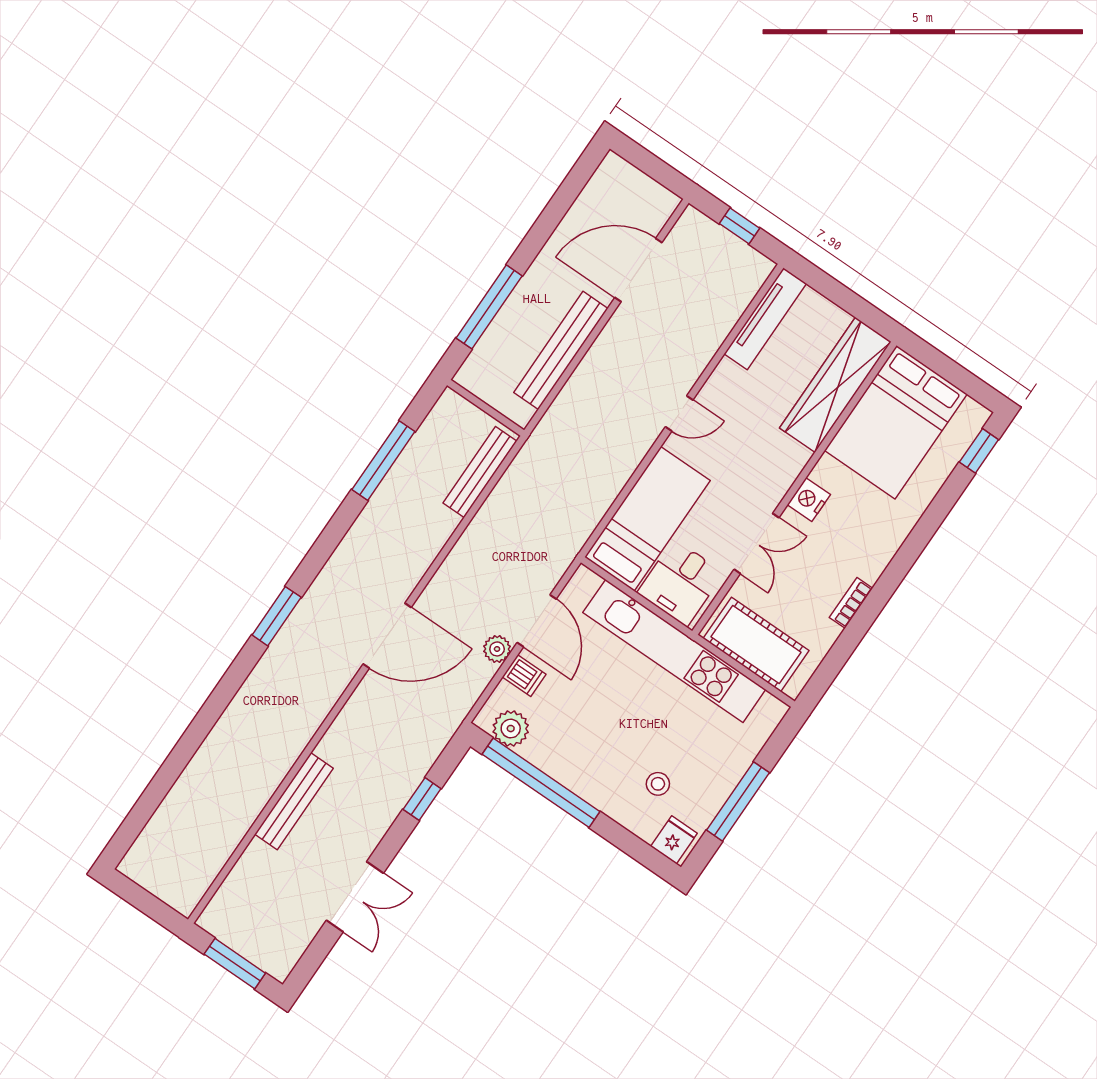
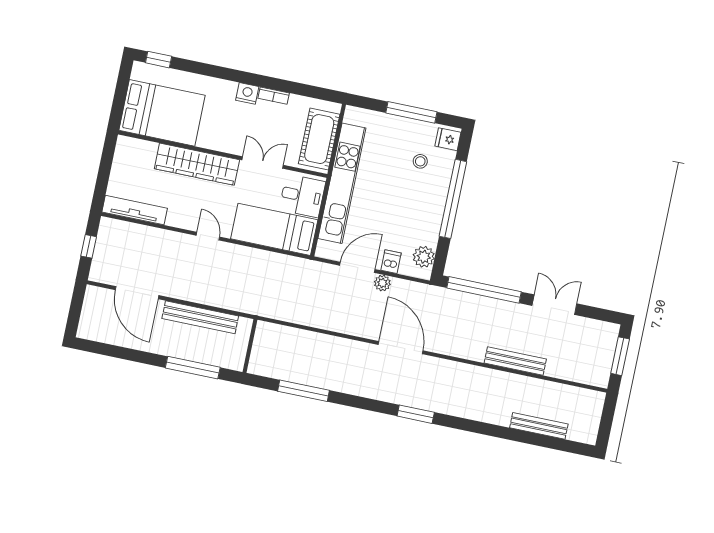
wardrobe: (835, 385) -> (197, 164), moved
bench: (480, 472) -> (539, 426), moved
nightstand: (809, 500) -> (247, 93), moved, turned 180
window: (541, 783) -> (453, 199), moved
window: (422, 799) -> (484, 290), width x3.17

